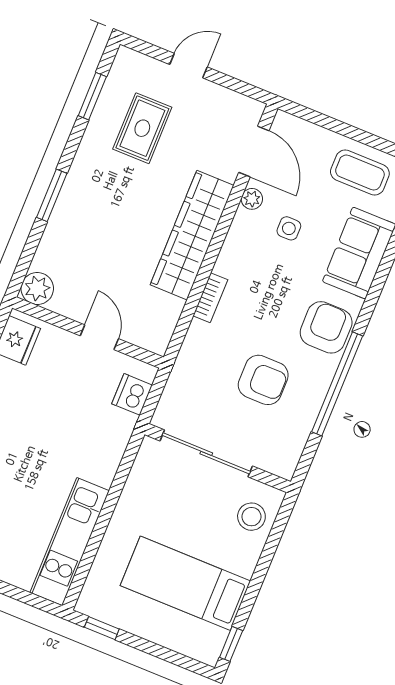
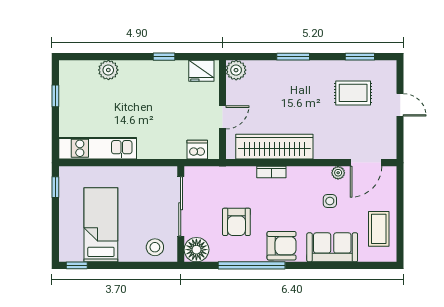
wardrobe: (192, 235) -> (274, 147), moved
floor lamp: (280, 456) -> (196, 250), added

